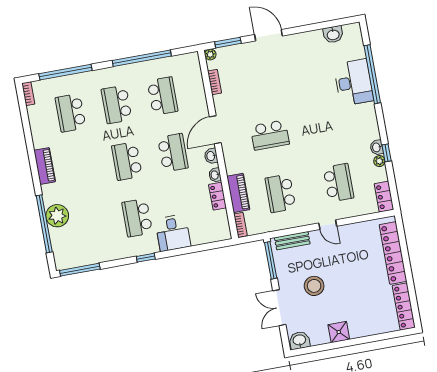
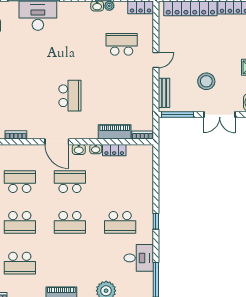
school desk: (280, 193) -> (122, 96), removed
desk: (173, 233) -> (139, 258), moved

